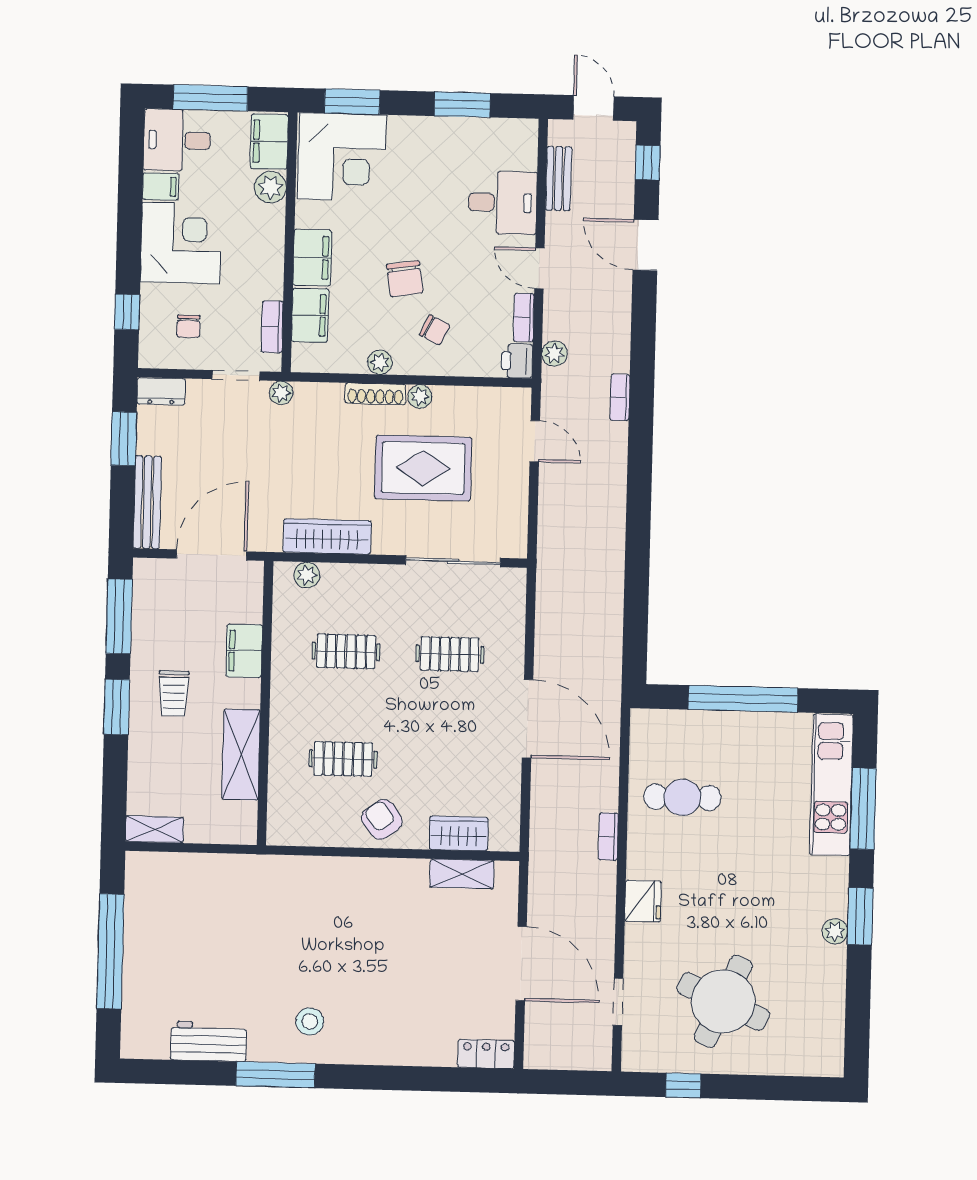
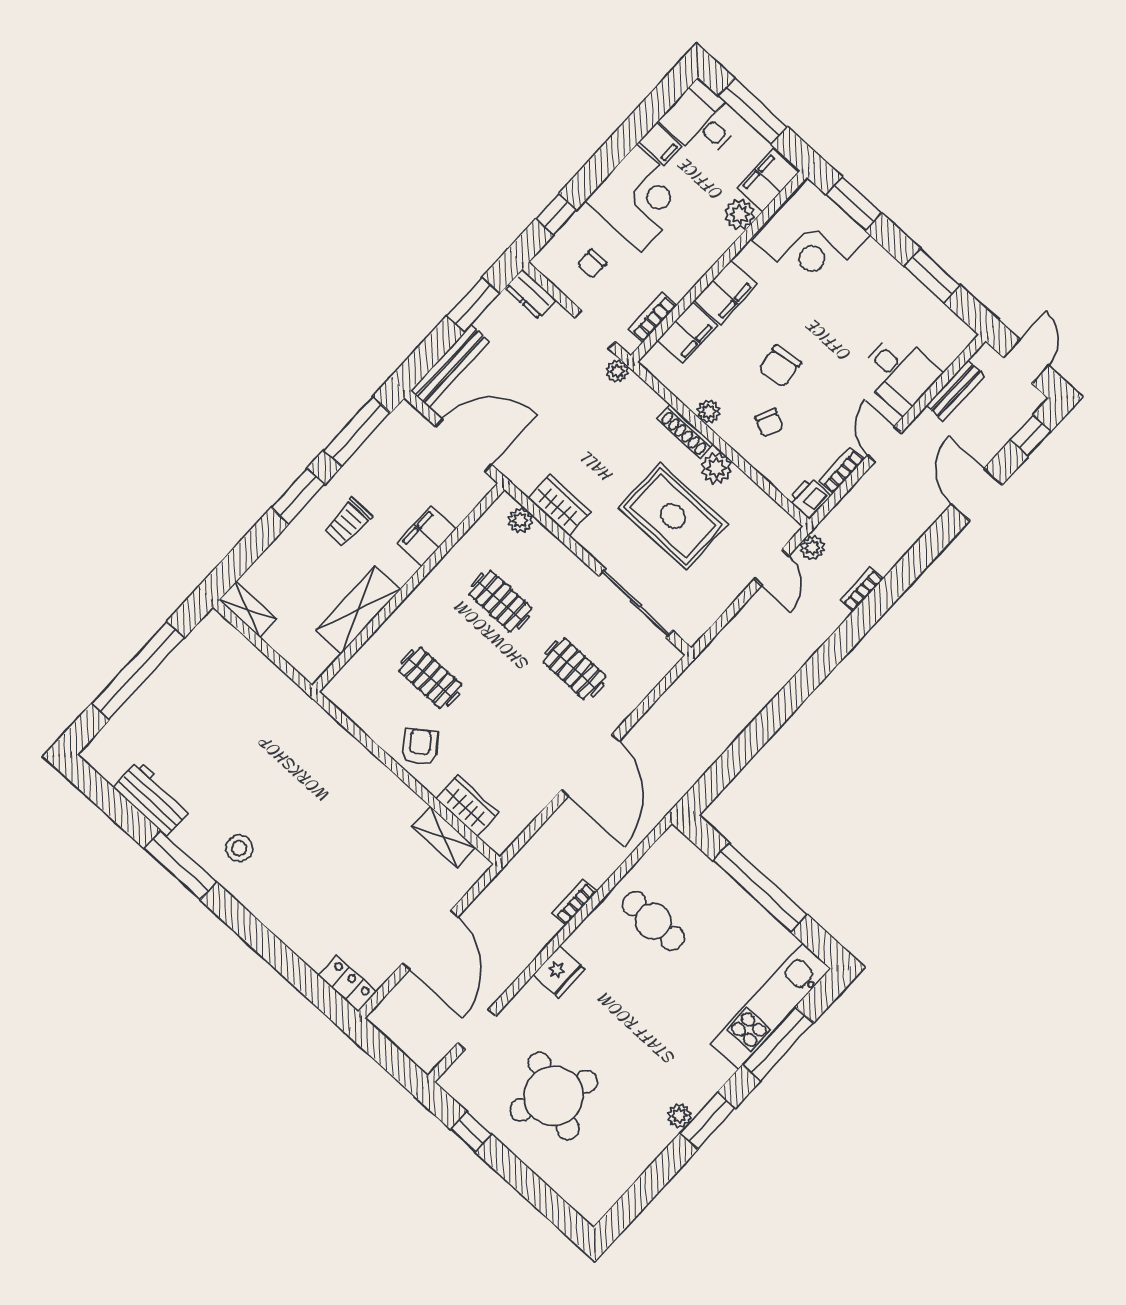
plant: (554, 354) -> (812, 548), moved
plant: (420, 397) -> (716, 468), width x1.38, depth x1.38
wardrobe: (327, 537) -> (560, 505), width x0.67

